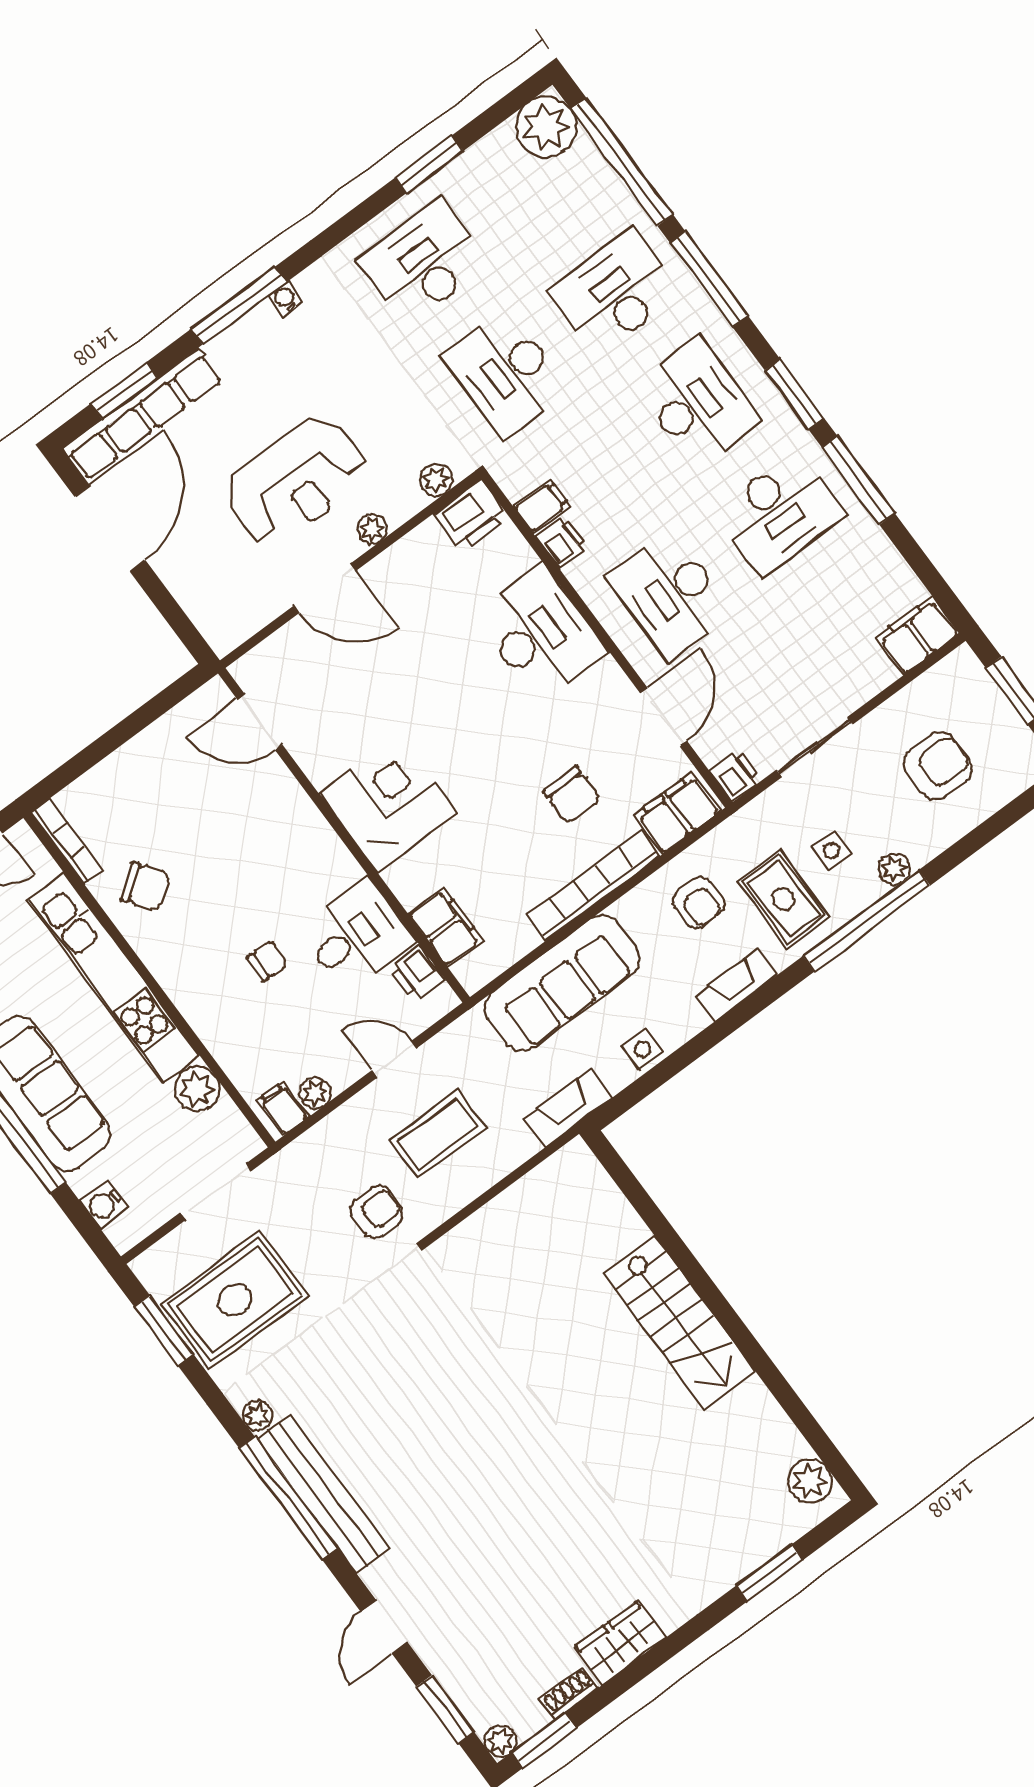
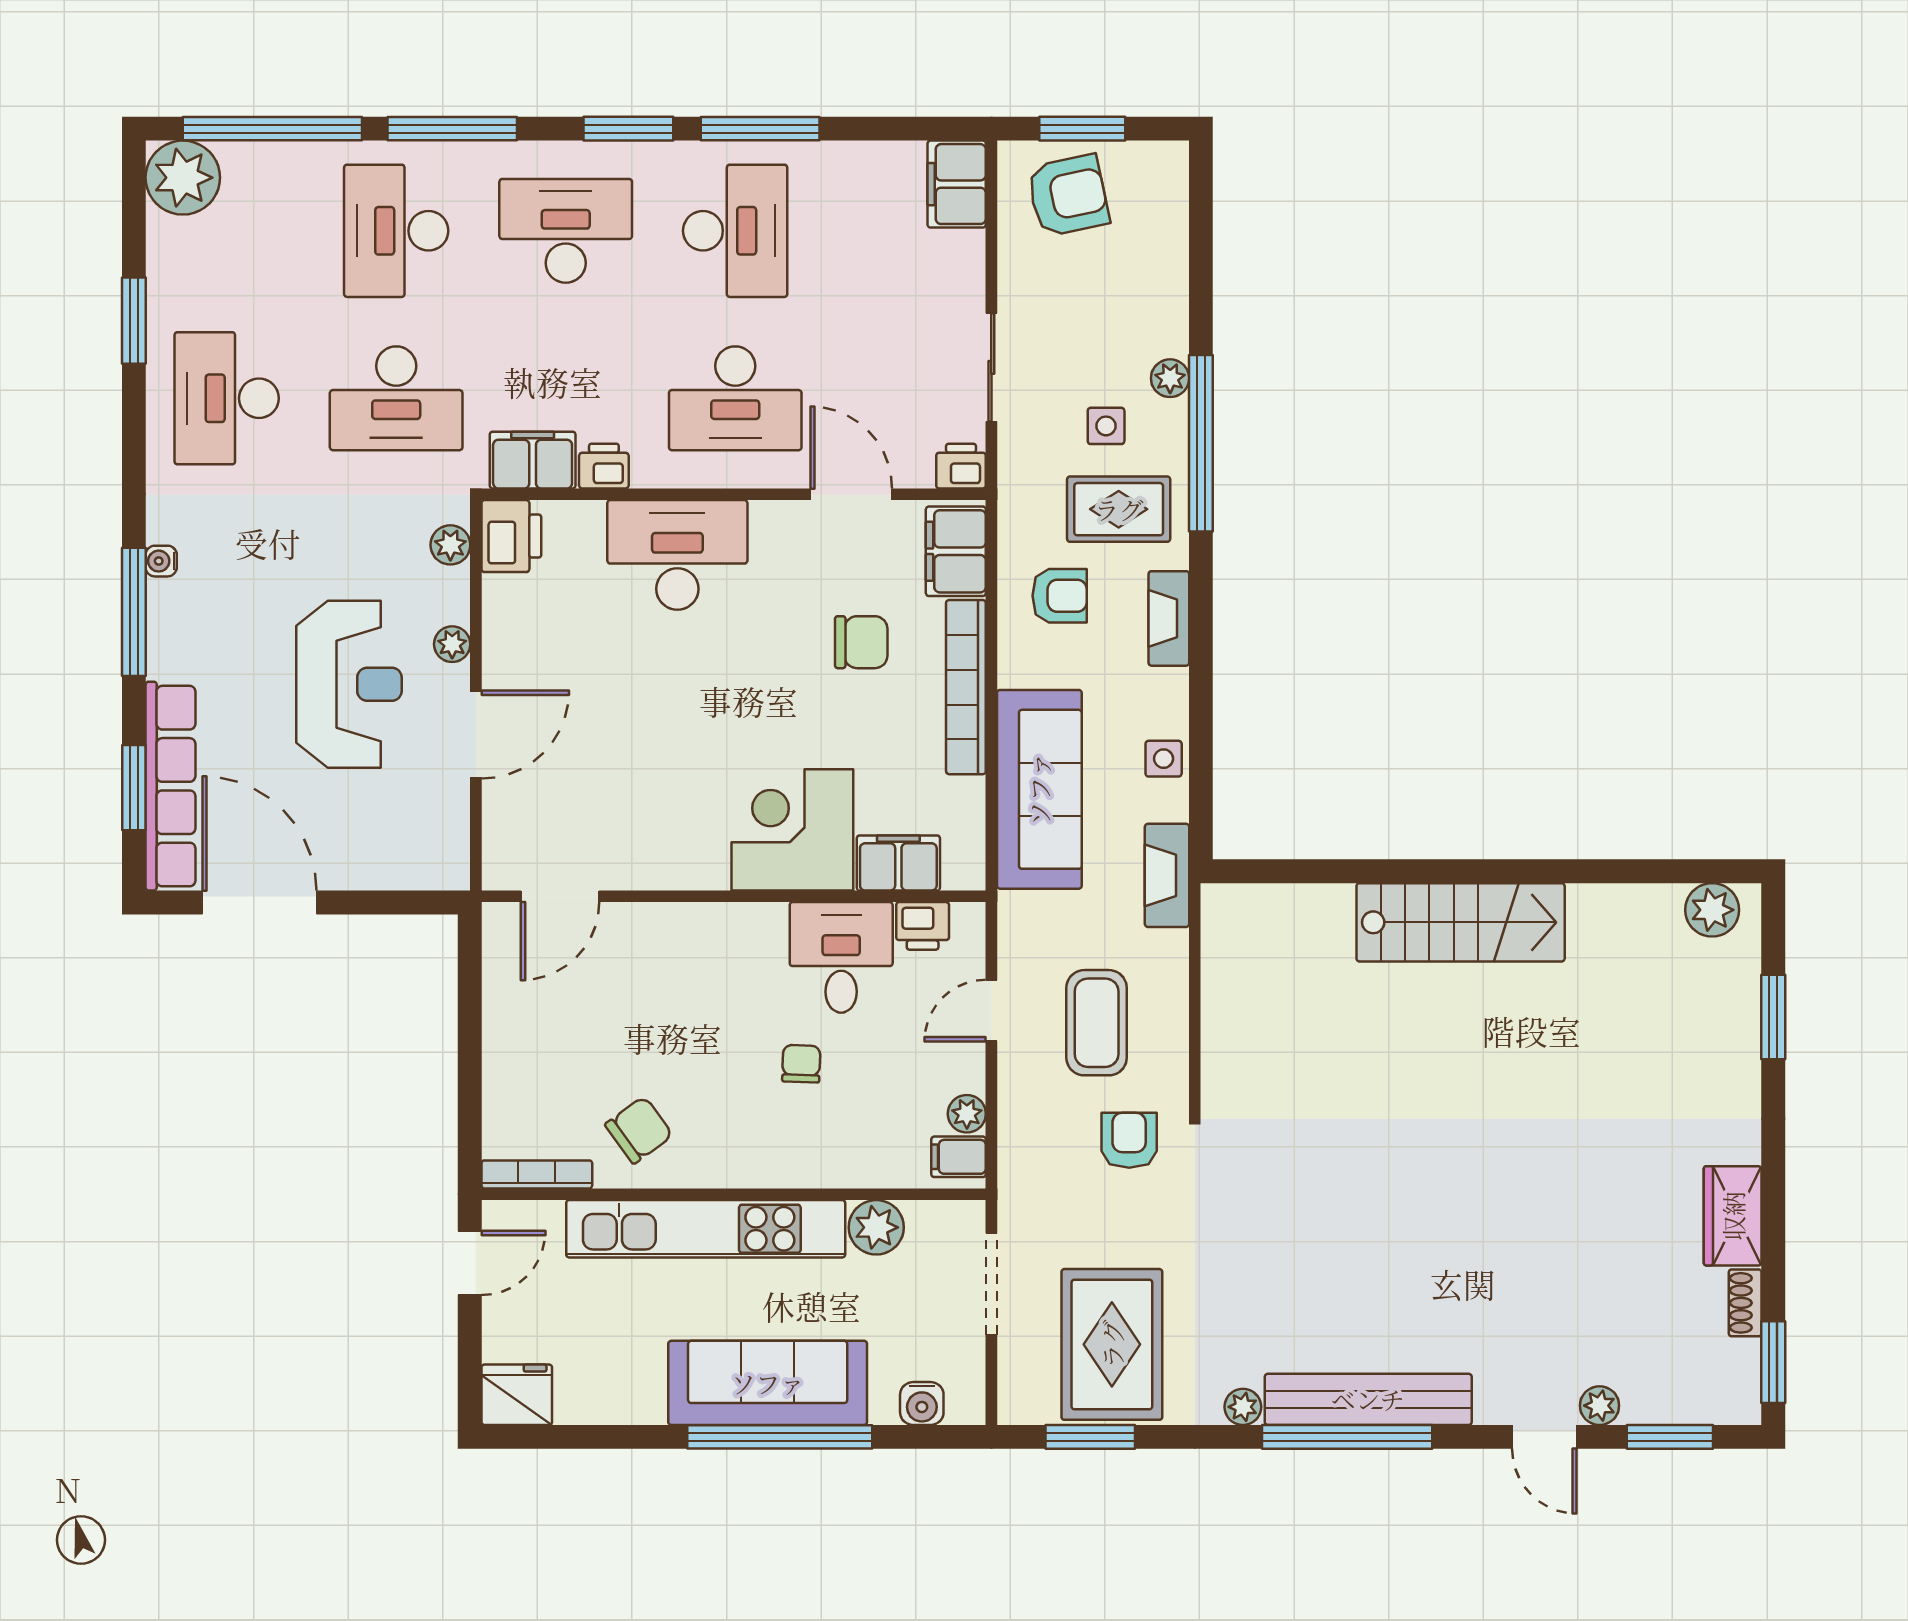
filing cabinet: (542, 506) -> (533, 460), width x2.00
armchair: (938, 766) -> (1068, 195), moved, turned 78
corner desk: (388, 804) -> (792, 830), moved
plant: (500, 1741) -> (1600, 1406), moved

